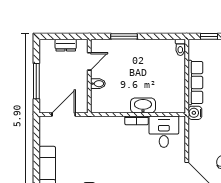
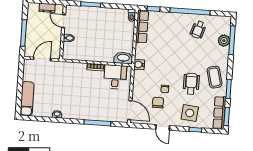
door: (89, 61) -> (64, 21), swing flipped
row of seats: (195, 82) -> (142, 27), moved
washbasin: (143, 105) -> (123, 58), moved

